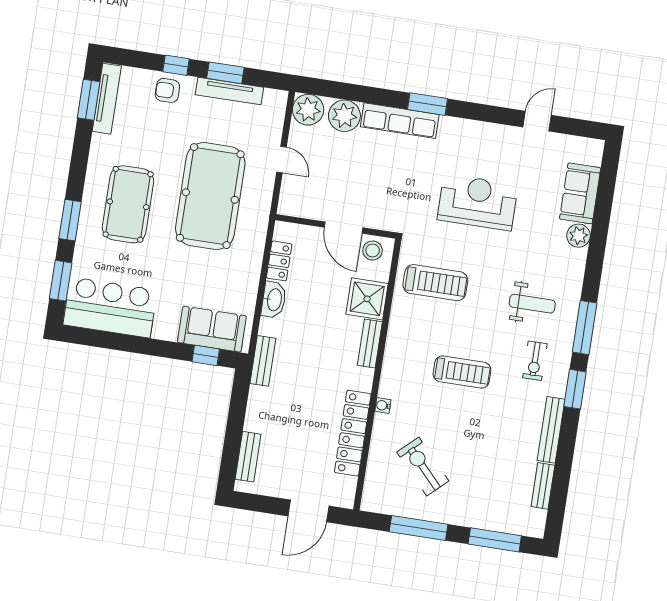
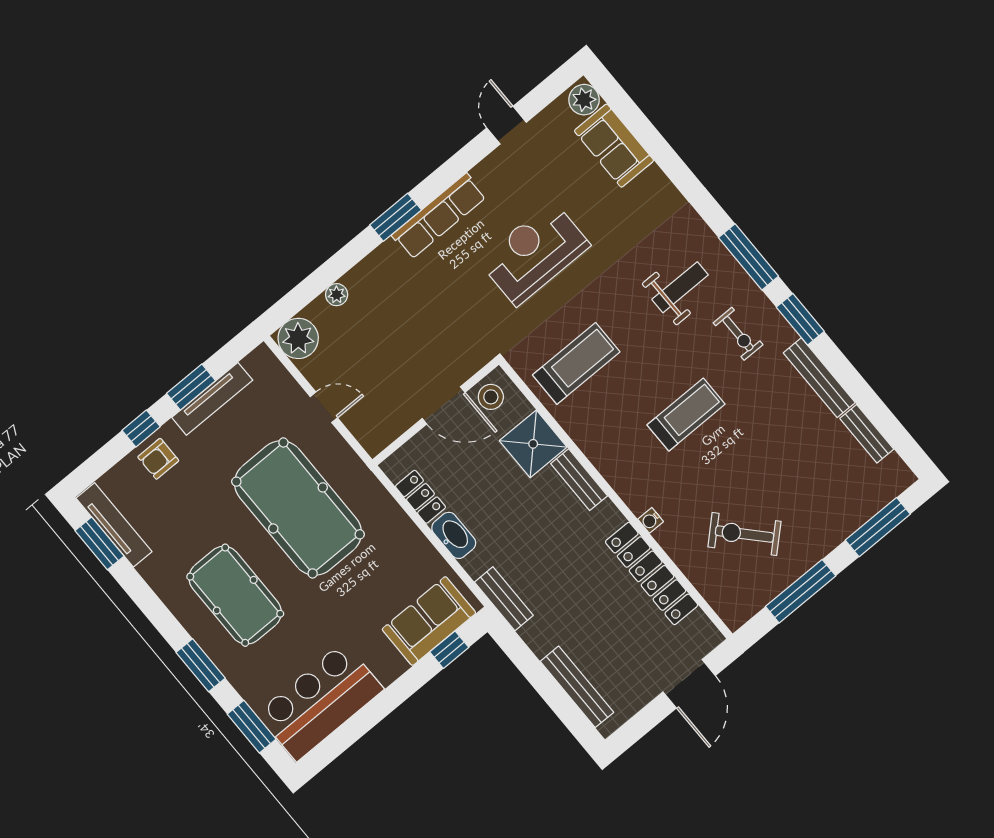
plant: (344, 116) -> (337, 295), width x0.53, depth x0.53
row of seats: (400, 121) -> (439, 216), moved
plant: (578, 236) -> (584, 100), moved
bench: (248, 457) -> (577, 687), width x1.36

